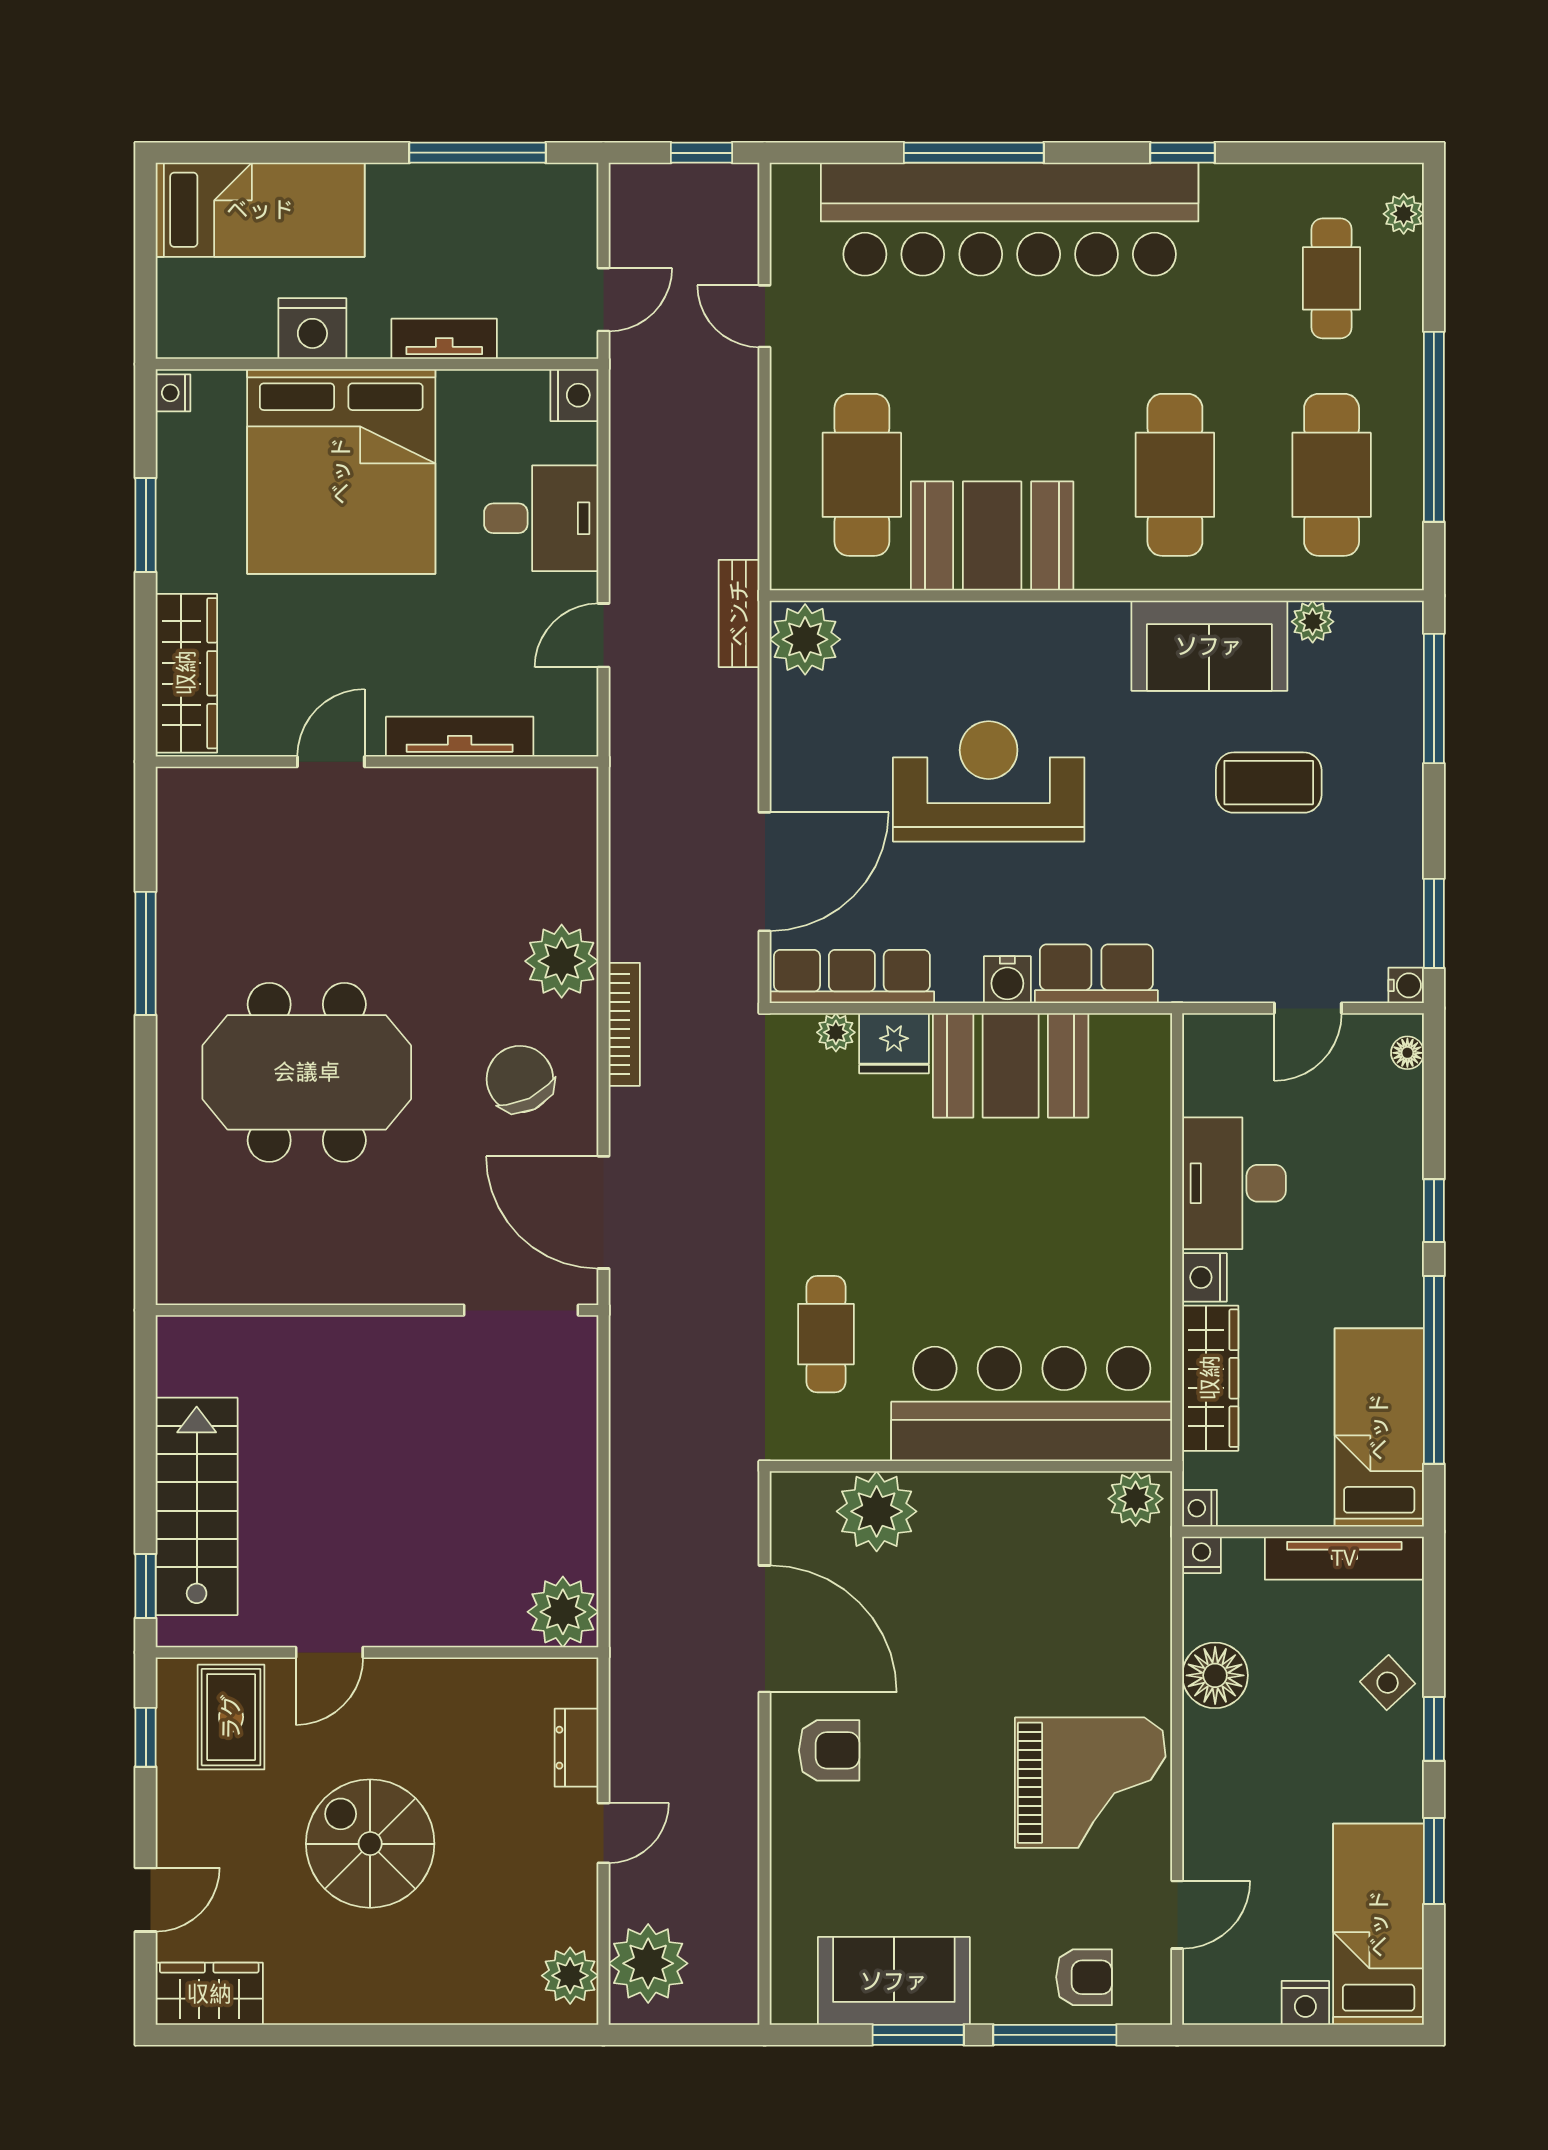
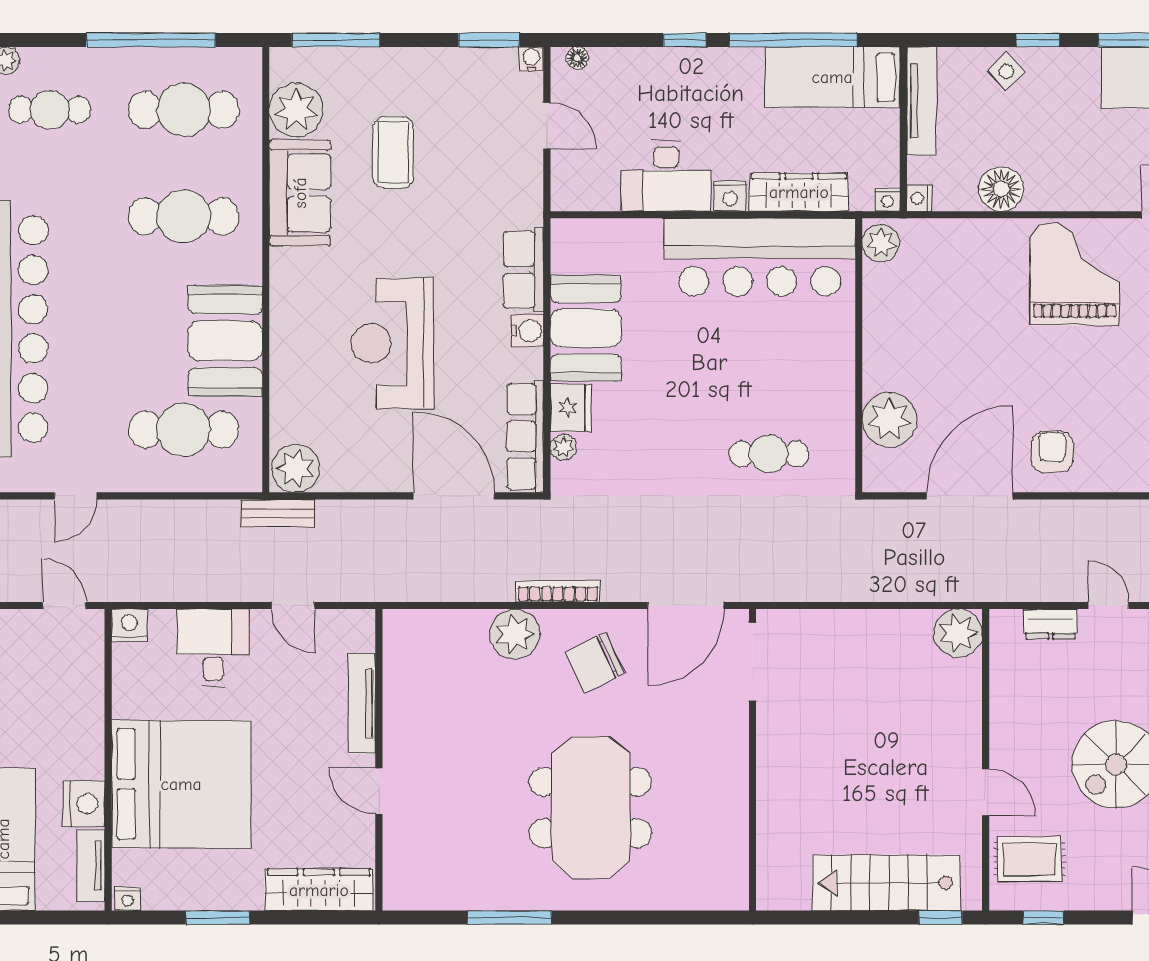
tv unit: (444, 339) -> (91, 866), moved
plant: (1313, 622) -> (296, 110), width x1.87, depth x1.87
bar counter: (1032, 1404) -> (760, 257), moved, turned -90

